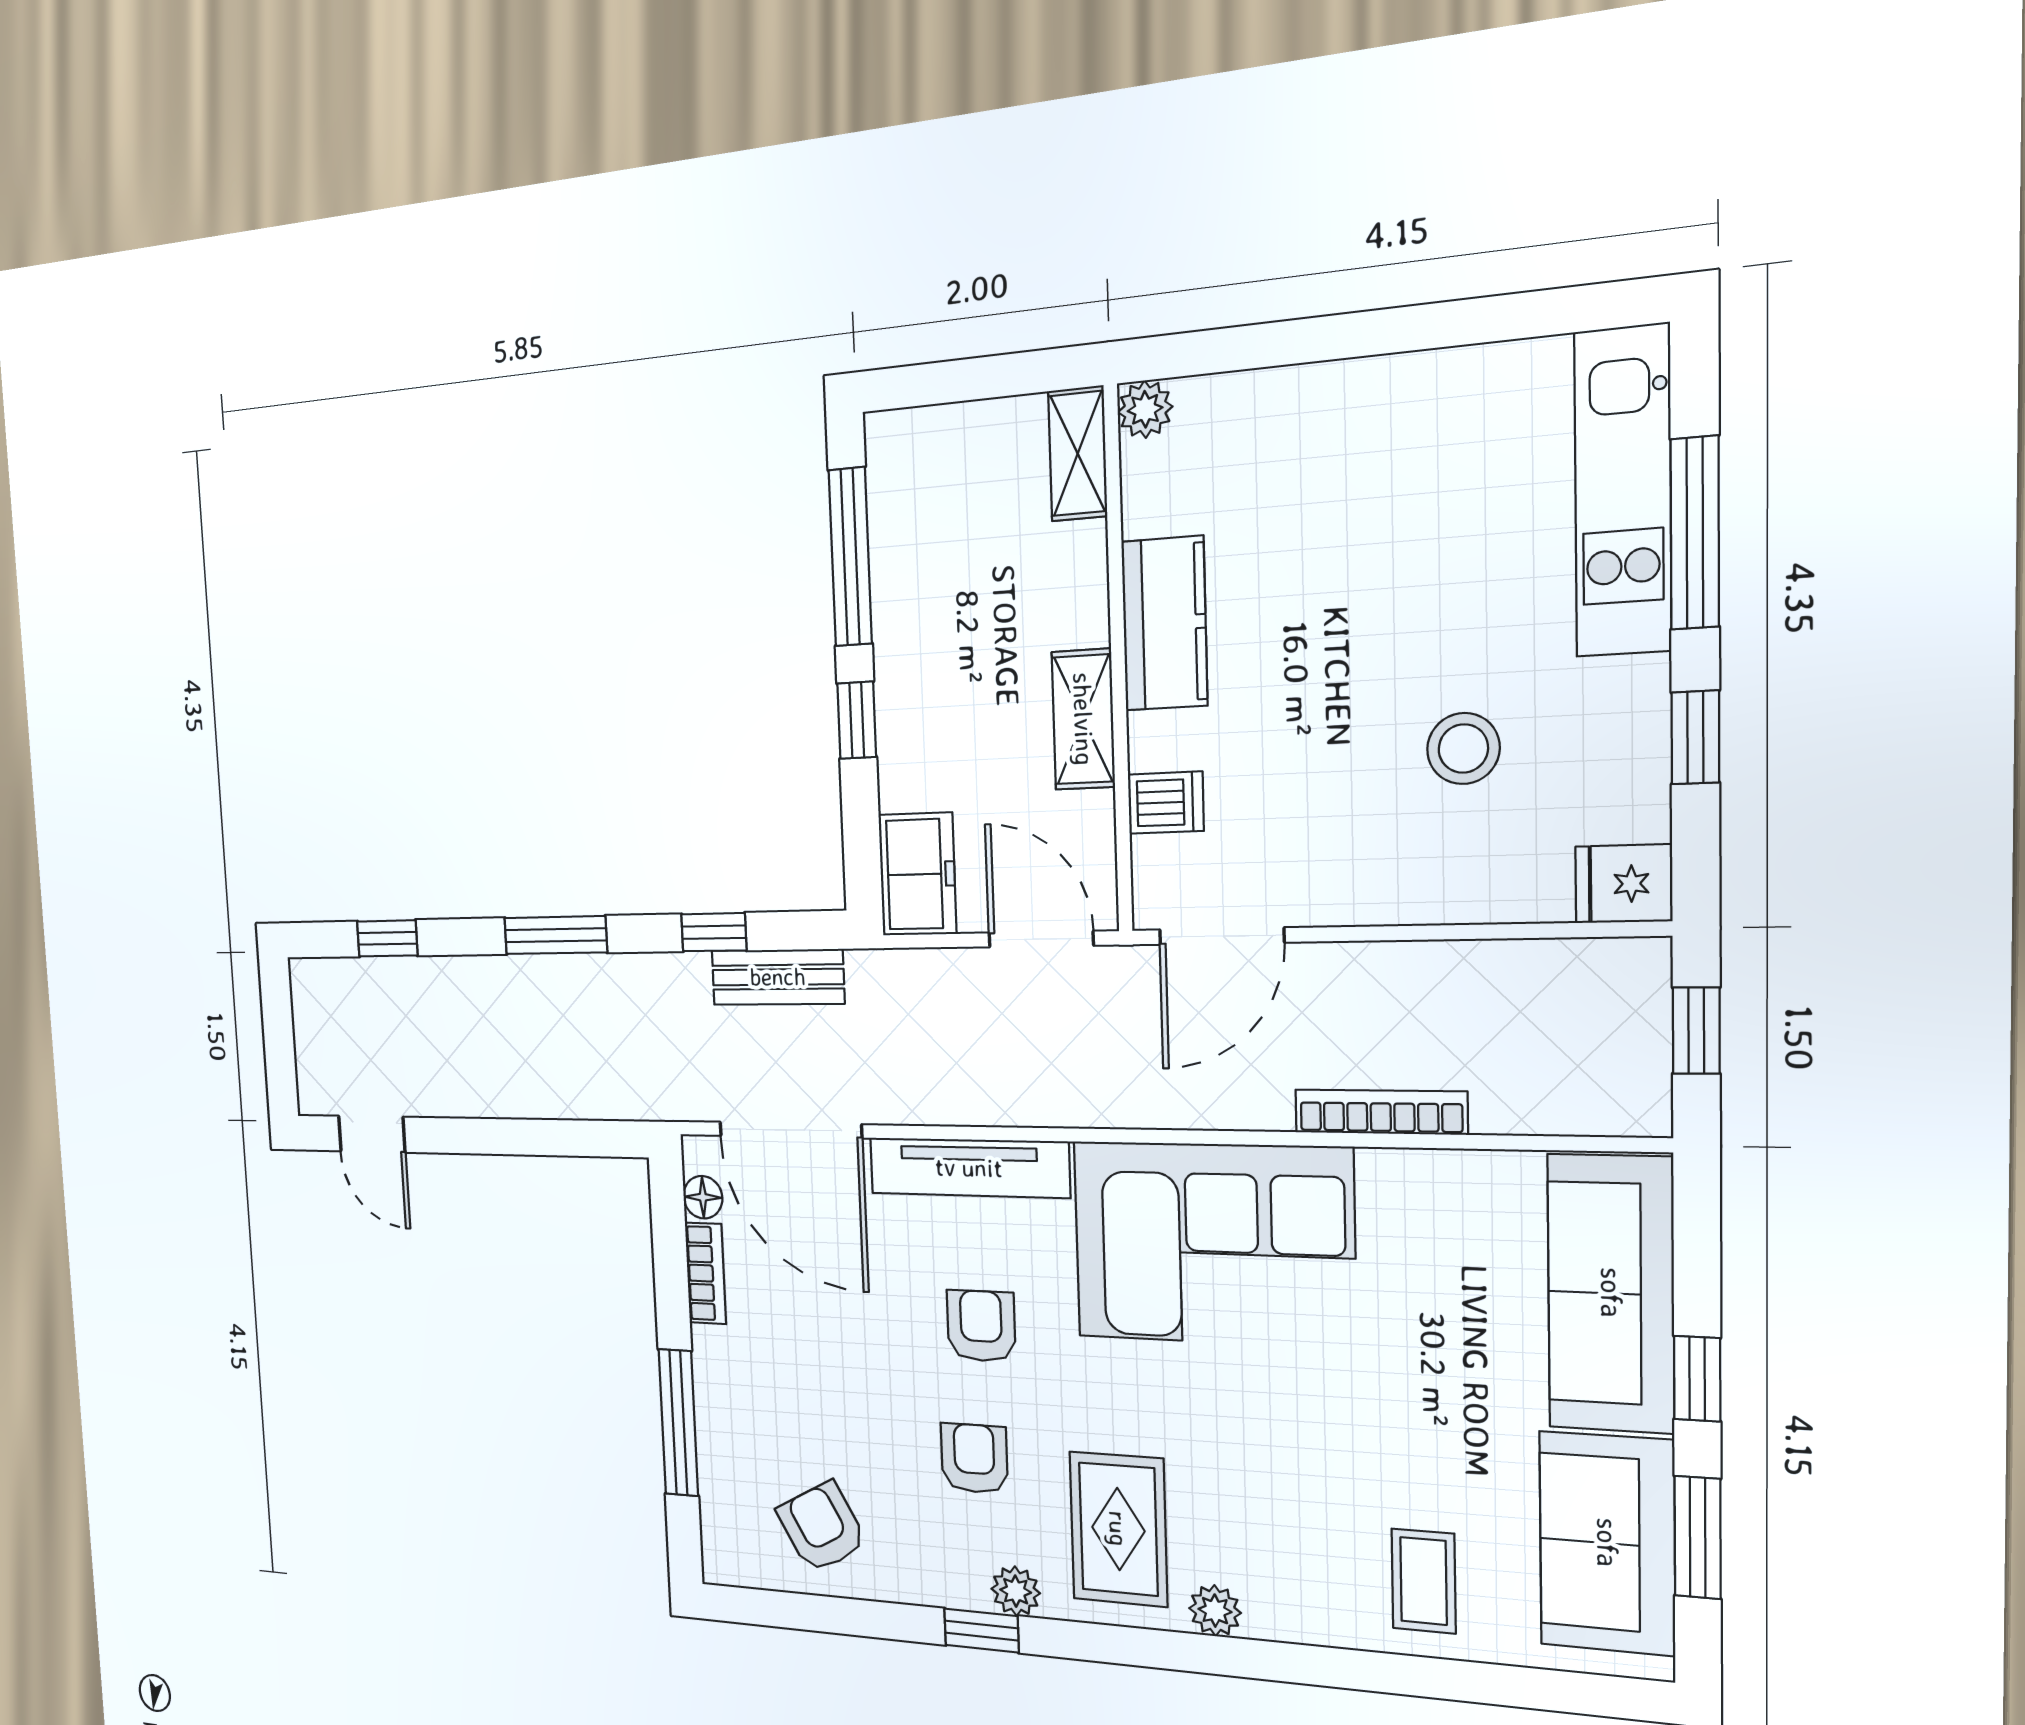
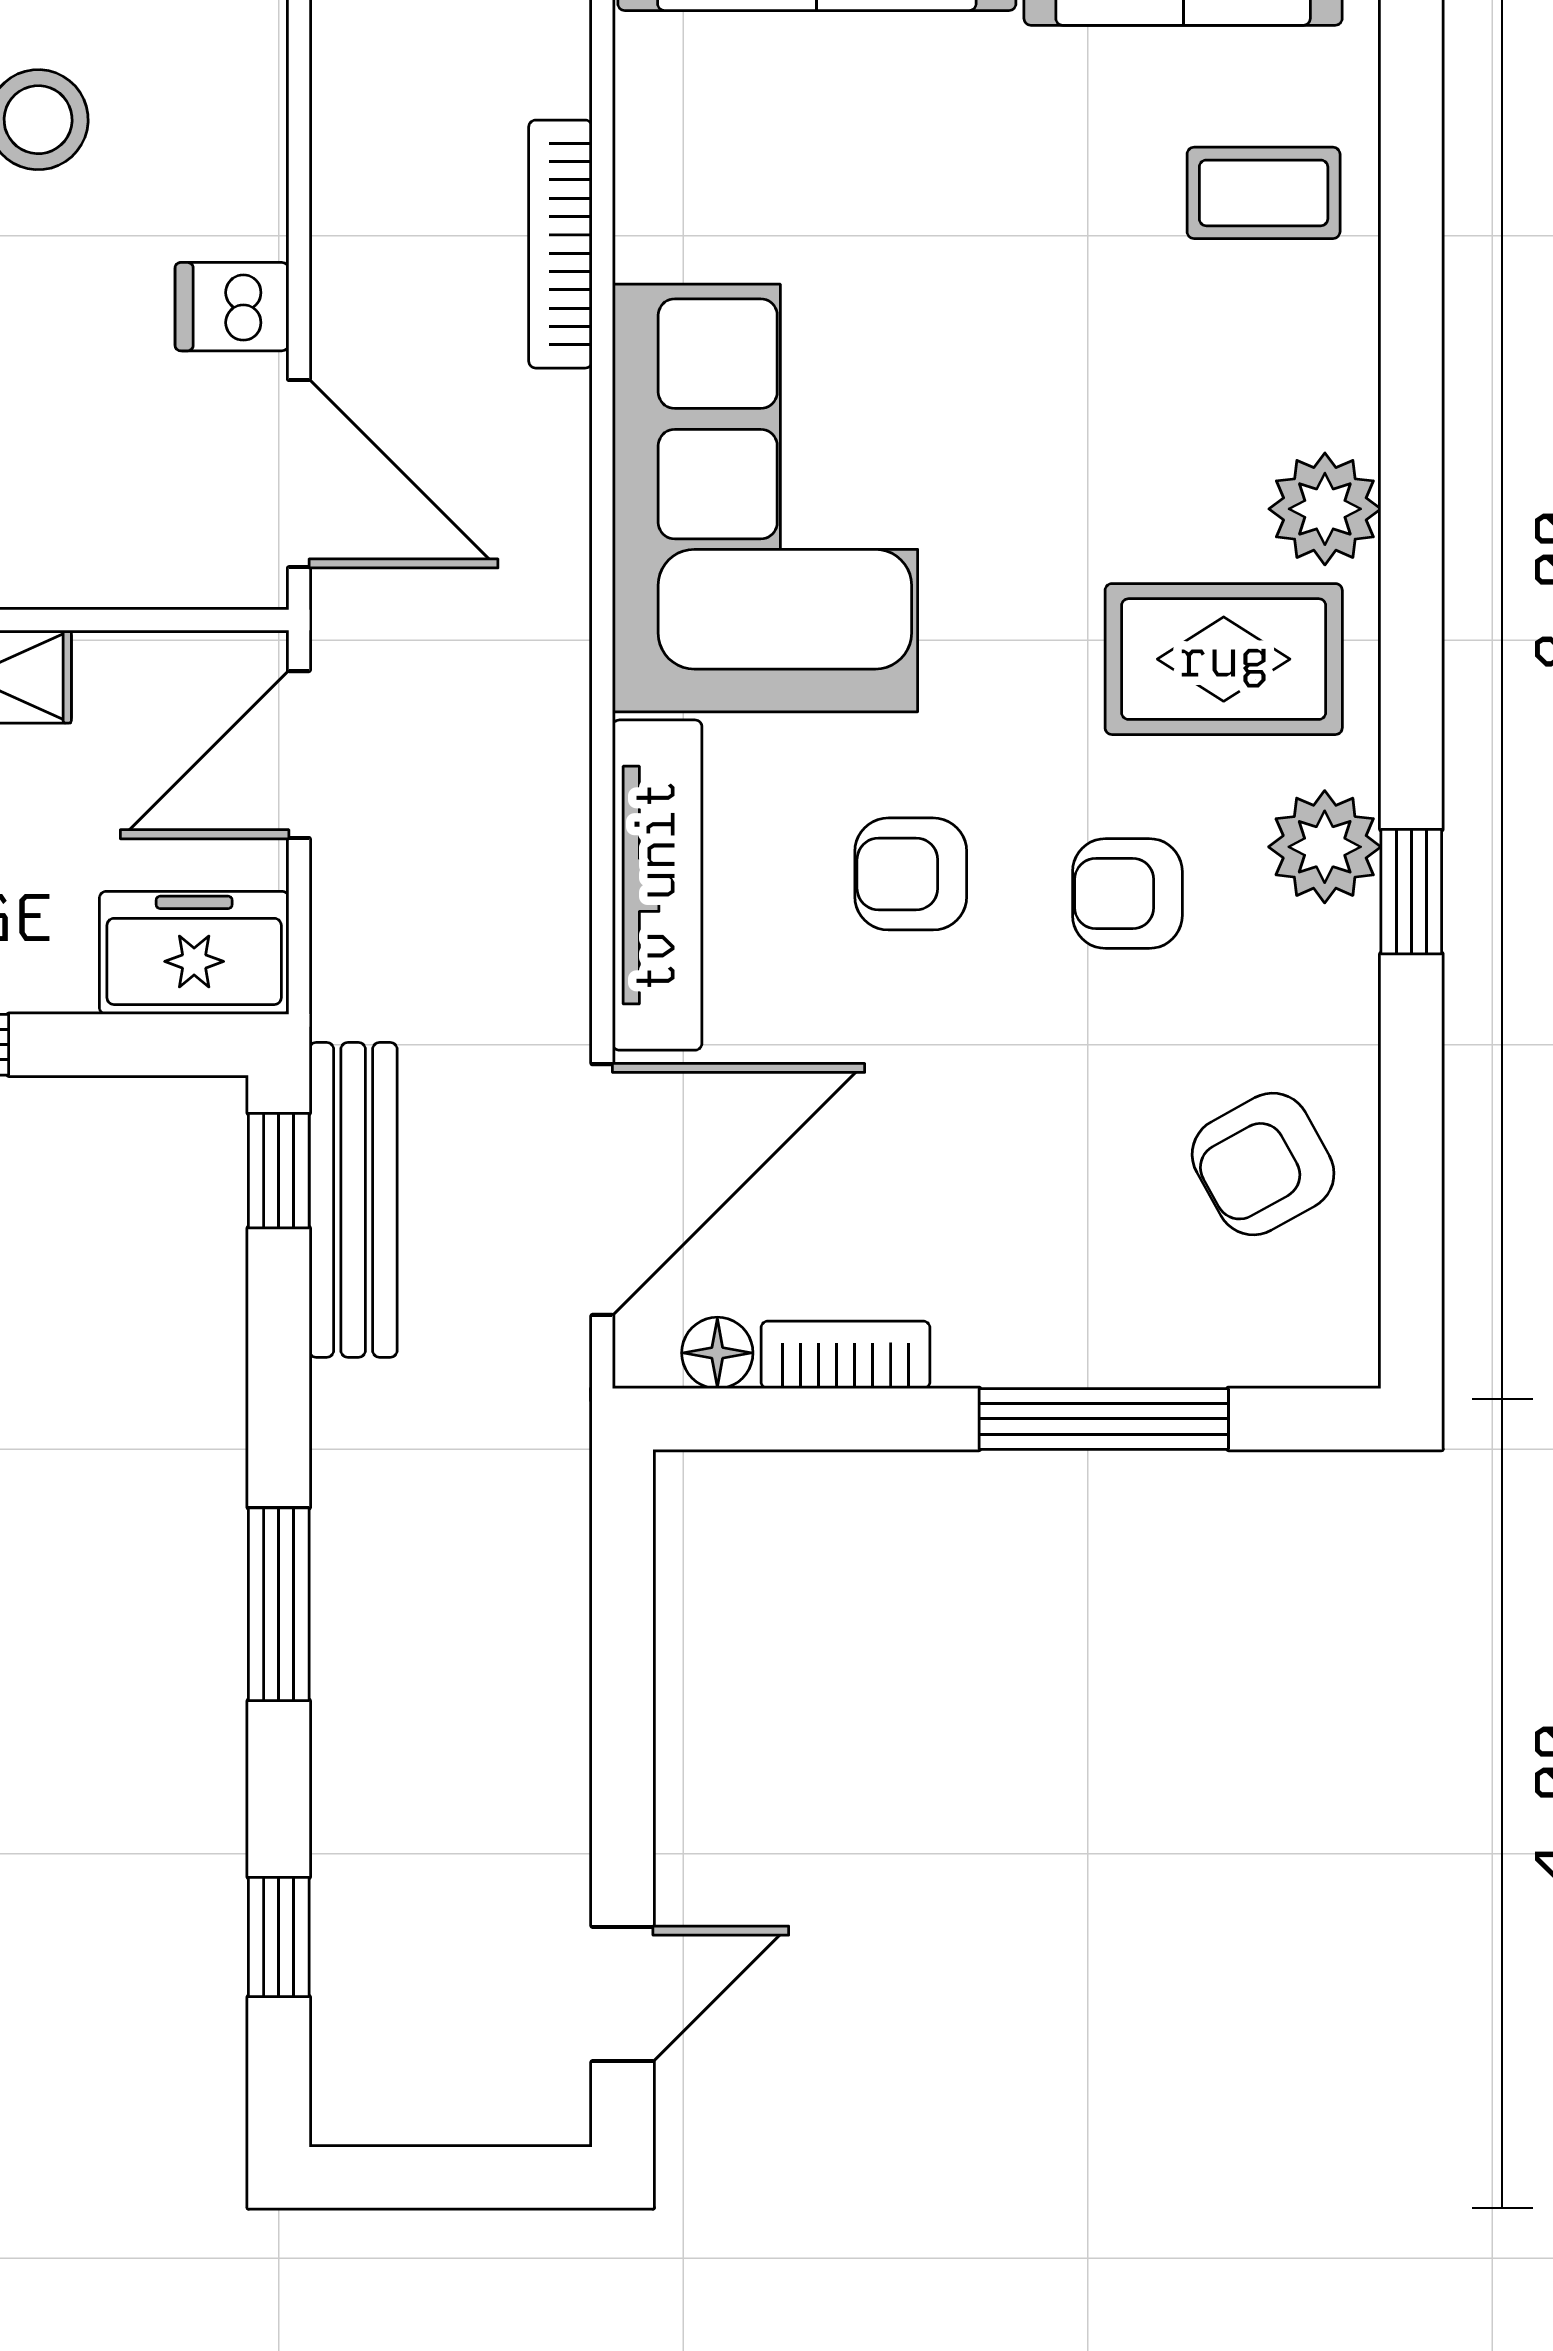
dishwasher: (1166, 803) -> (232, 307), moved, turned -90
window: (714, 932) -> (279, 1171), moved
bench: (778, 977) -> (353, 1200), width x1.36
plant: (1016, 1591) -> (1325, 847), width x1.38, depth x1.38
plant: (1215, 1611) -> (1325, 509), width x1.38, depth x1.38

